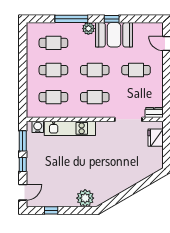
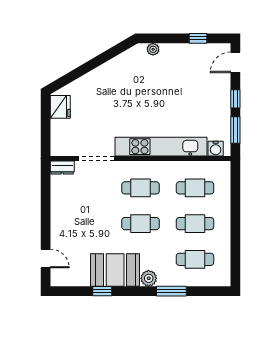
window: (71, 19) -> (171, 291), width x0.69
window: (112, 19) -> (102, 291), moved
cafe table: (136, 70) -> (86, 224), removed
kitchen unit: (70, 128) -> (161, 147), width x1.36
fridge: (156, 138) -> (60, 107), moved
plant: (85, 198) -> (153, 49), width x0.53, depth x0.53

